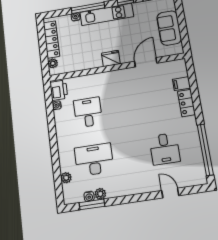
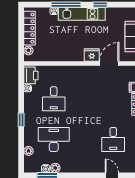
fridge: (111, 58) -> (92, 55), moved
desk: (88, 112) -> (54, 99), turned 180
window: (54, 142) -> (21, 120), added

